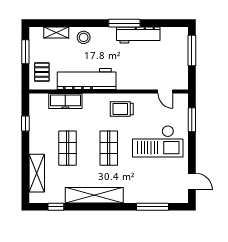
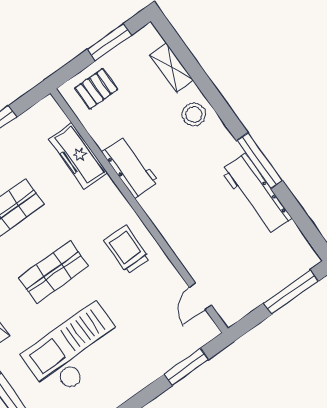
workbench: (87, 79) -> (130, 167), width x0.53, depth x0.76
checkout: (158, 141) -> (75, 351), moved, turned 90

